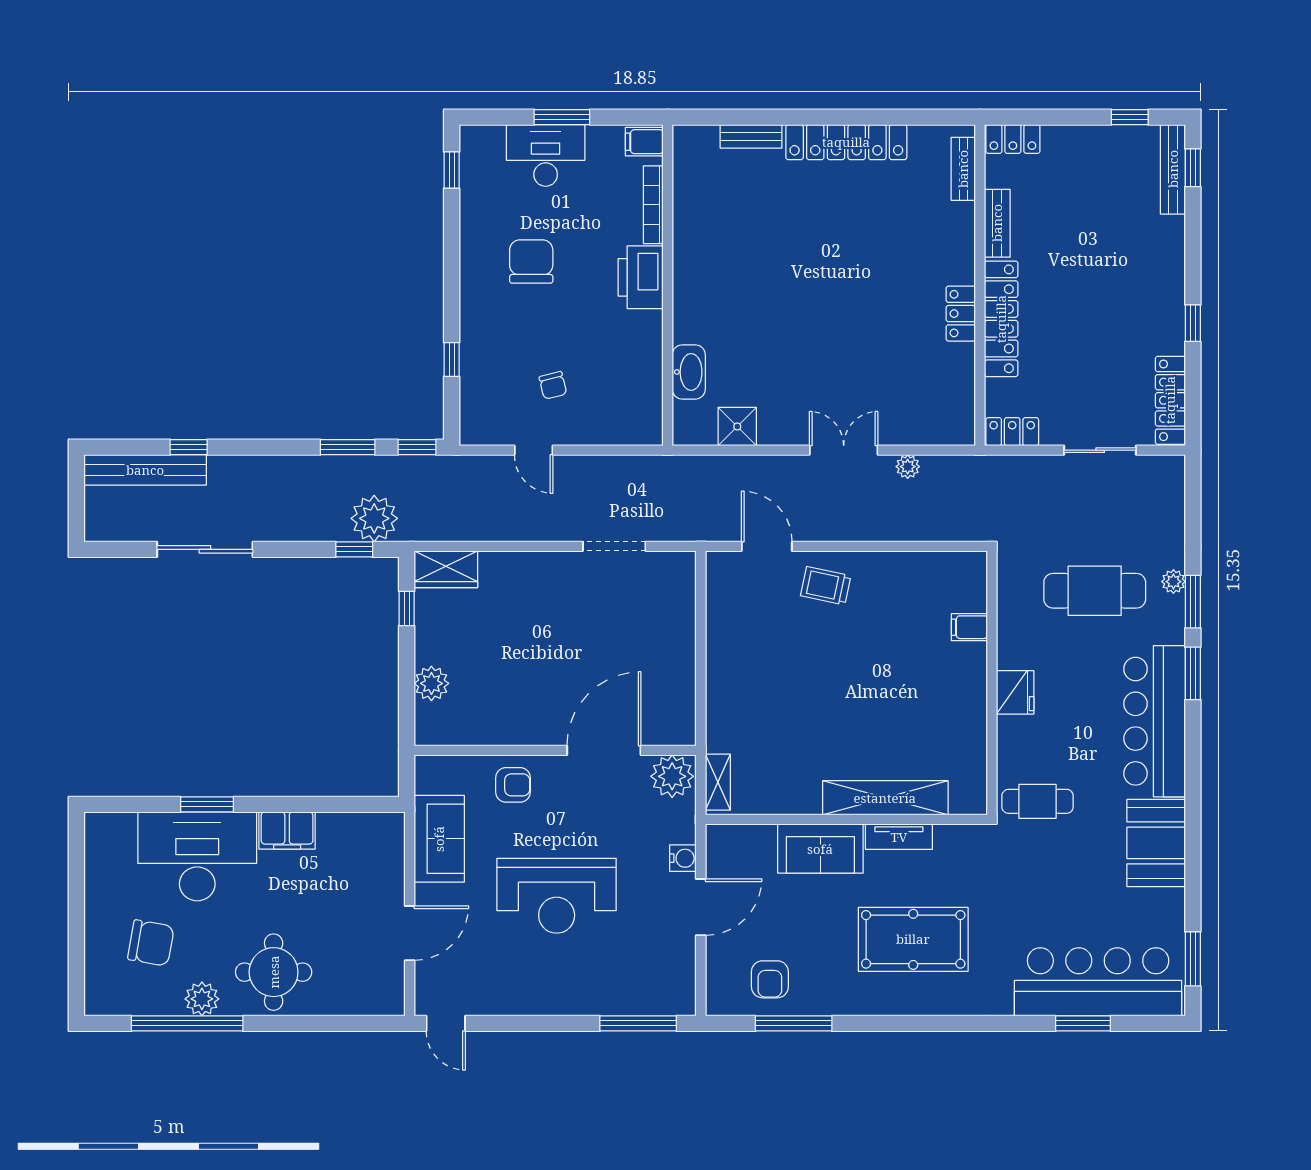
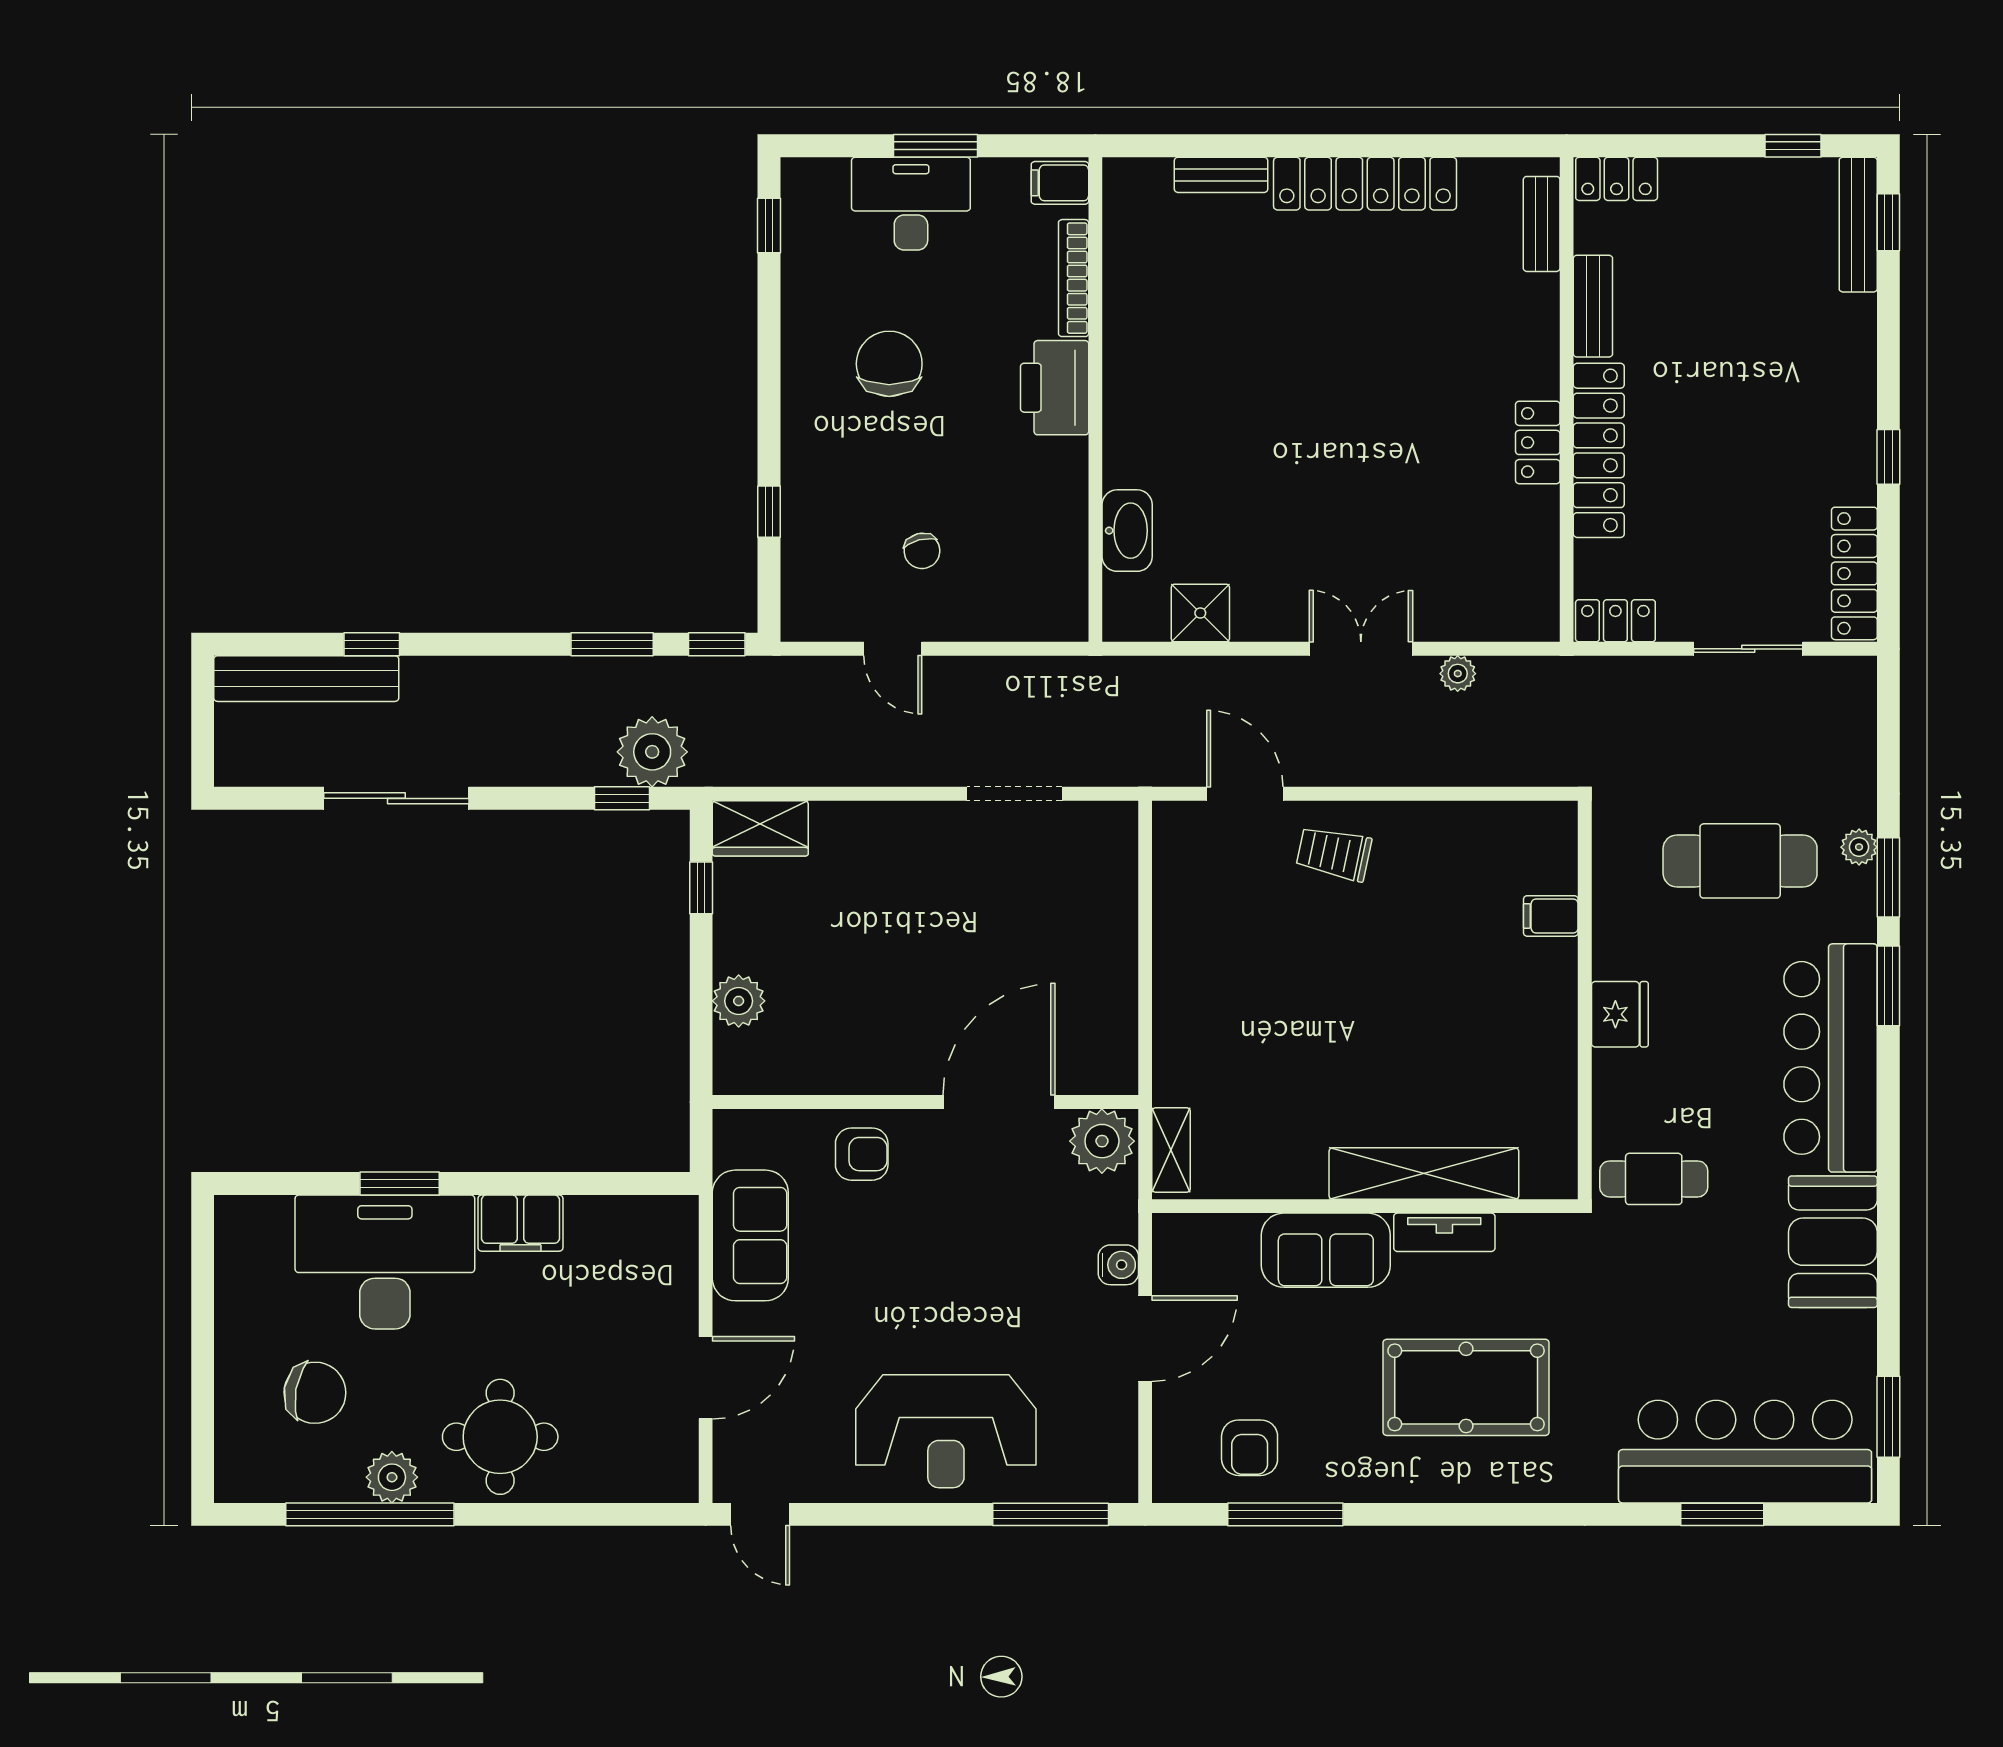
reception desk: (557, 896) -> (946, 1431), moved

